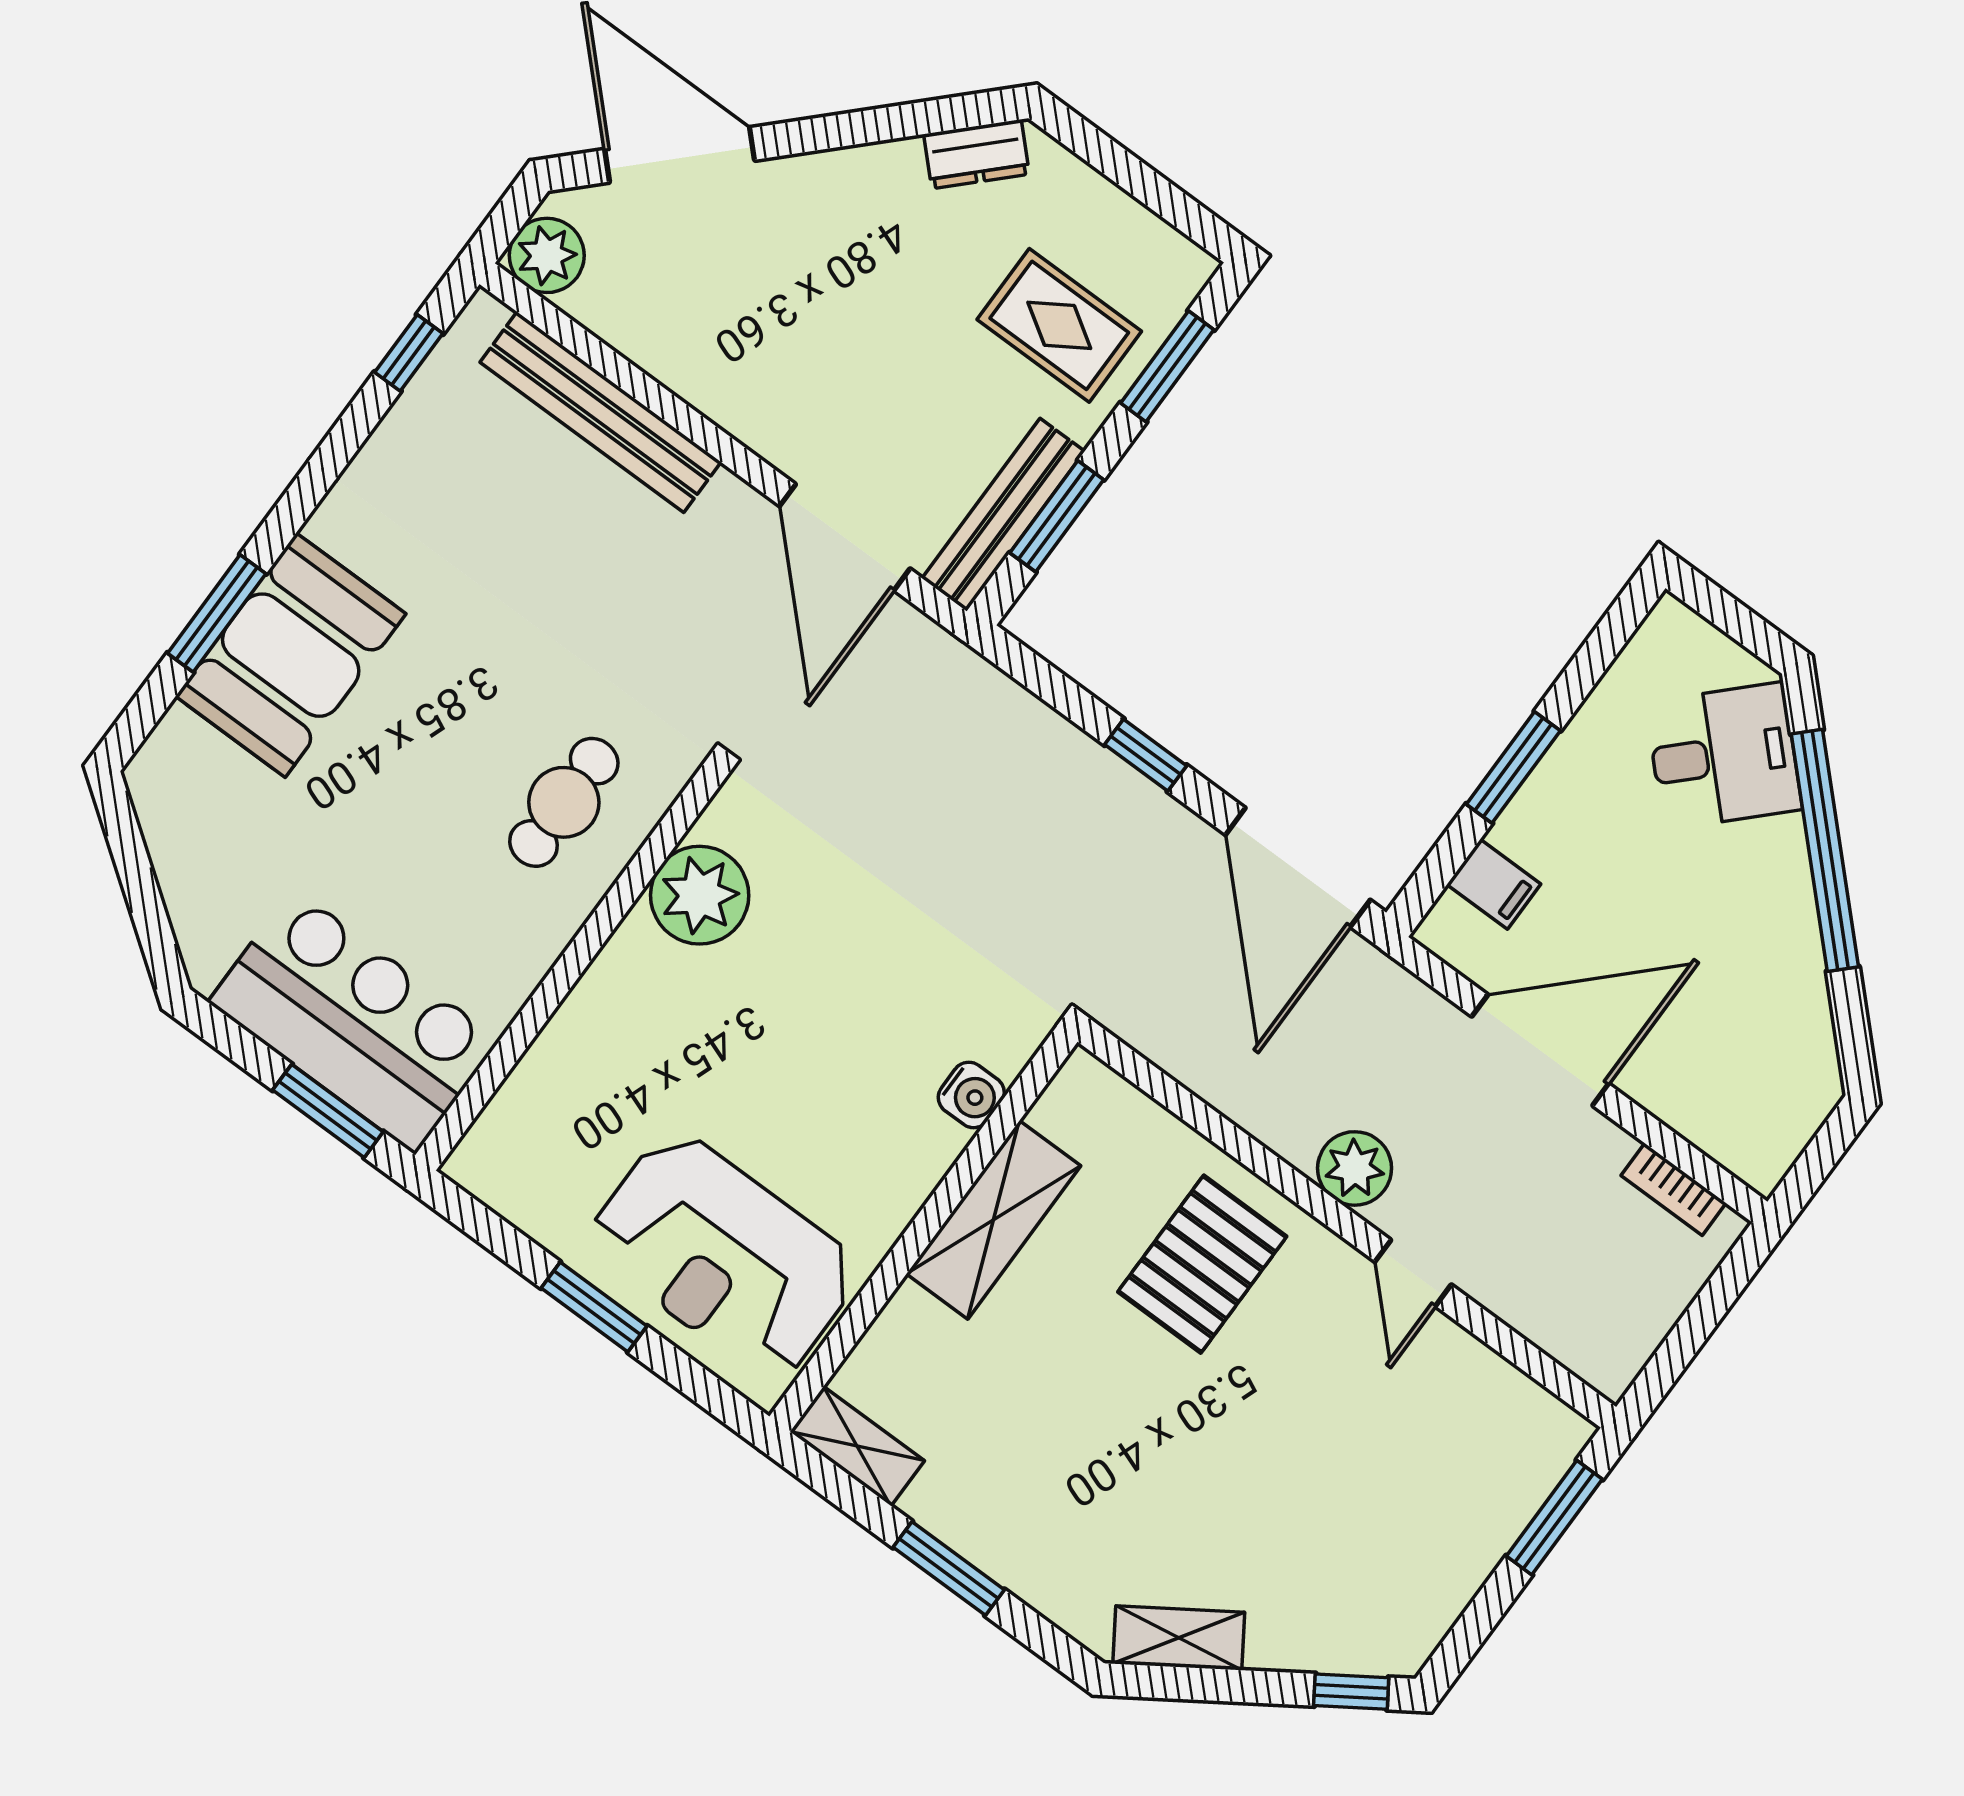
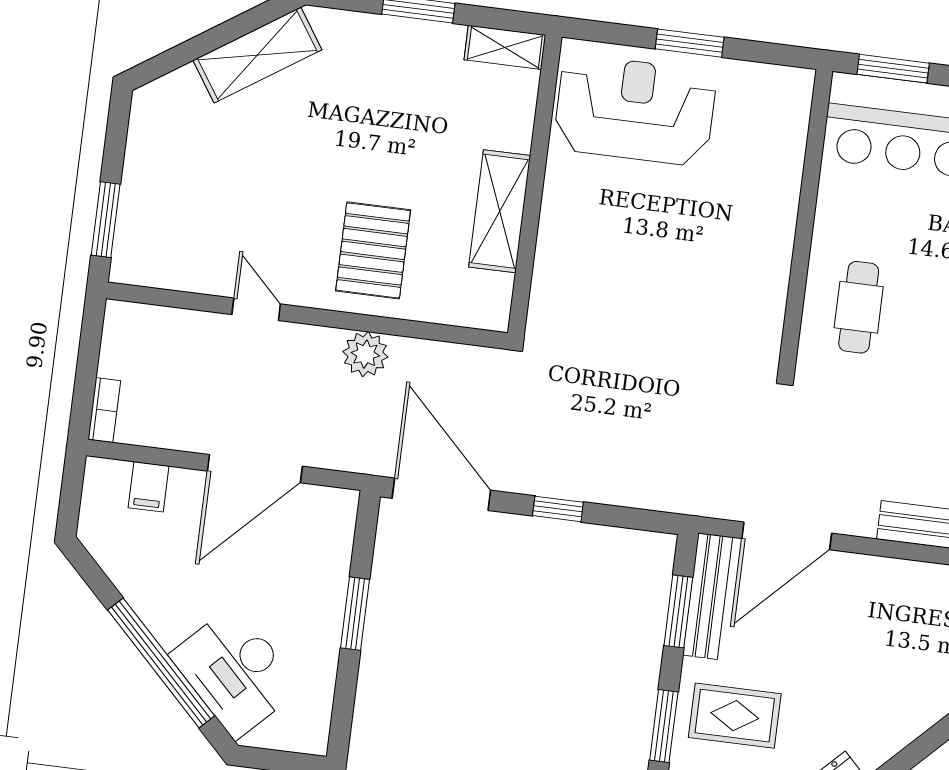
door: (845, 537) -> (787, 536), swing flipped
desk: (1724, 756) -> (235, 672), width x1.37
filing cabinet: (1494, 884) -> (149, 487), moved, turned -90
plant: (700, 895) -> (757, 298), removed
water cooler: (971, 1095) -> (549, 272), removed
plant: (1355, 1168) -> (365, 354), moved
bookcase: (1674, 1189) -> (104, 410), moved, turned 90
shelving: (1179, 1638) -> (257, 55), width x1.50, depth x1.33
window: (1351, 1692) -> (163, 64), removed

